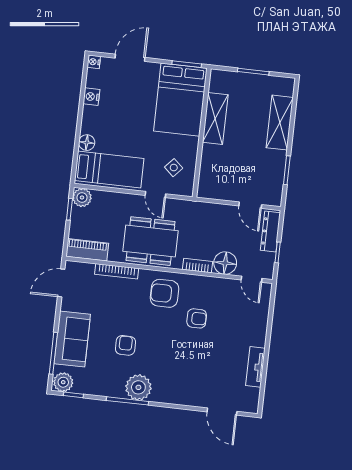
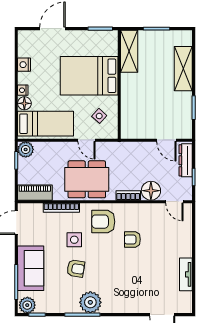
nightstand: (94, 62) -> (23, 90), moved
bed: (180, 100) -> (89, 76), moved, turned 90
shelving: (215, 119) -> (129, 51), moved
side table: (128, 311) -> (74, 240), added
armchair: (197, 318) -> (132, 239), turned 180
armchair: (126, 345) -> (76, 269), turned 99

